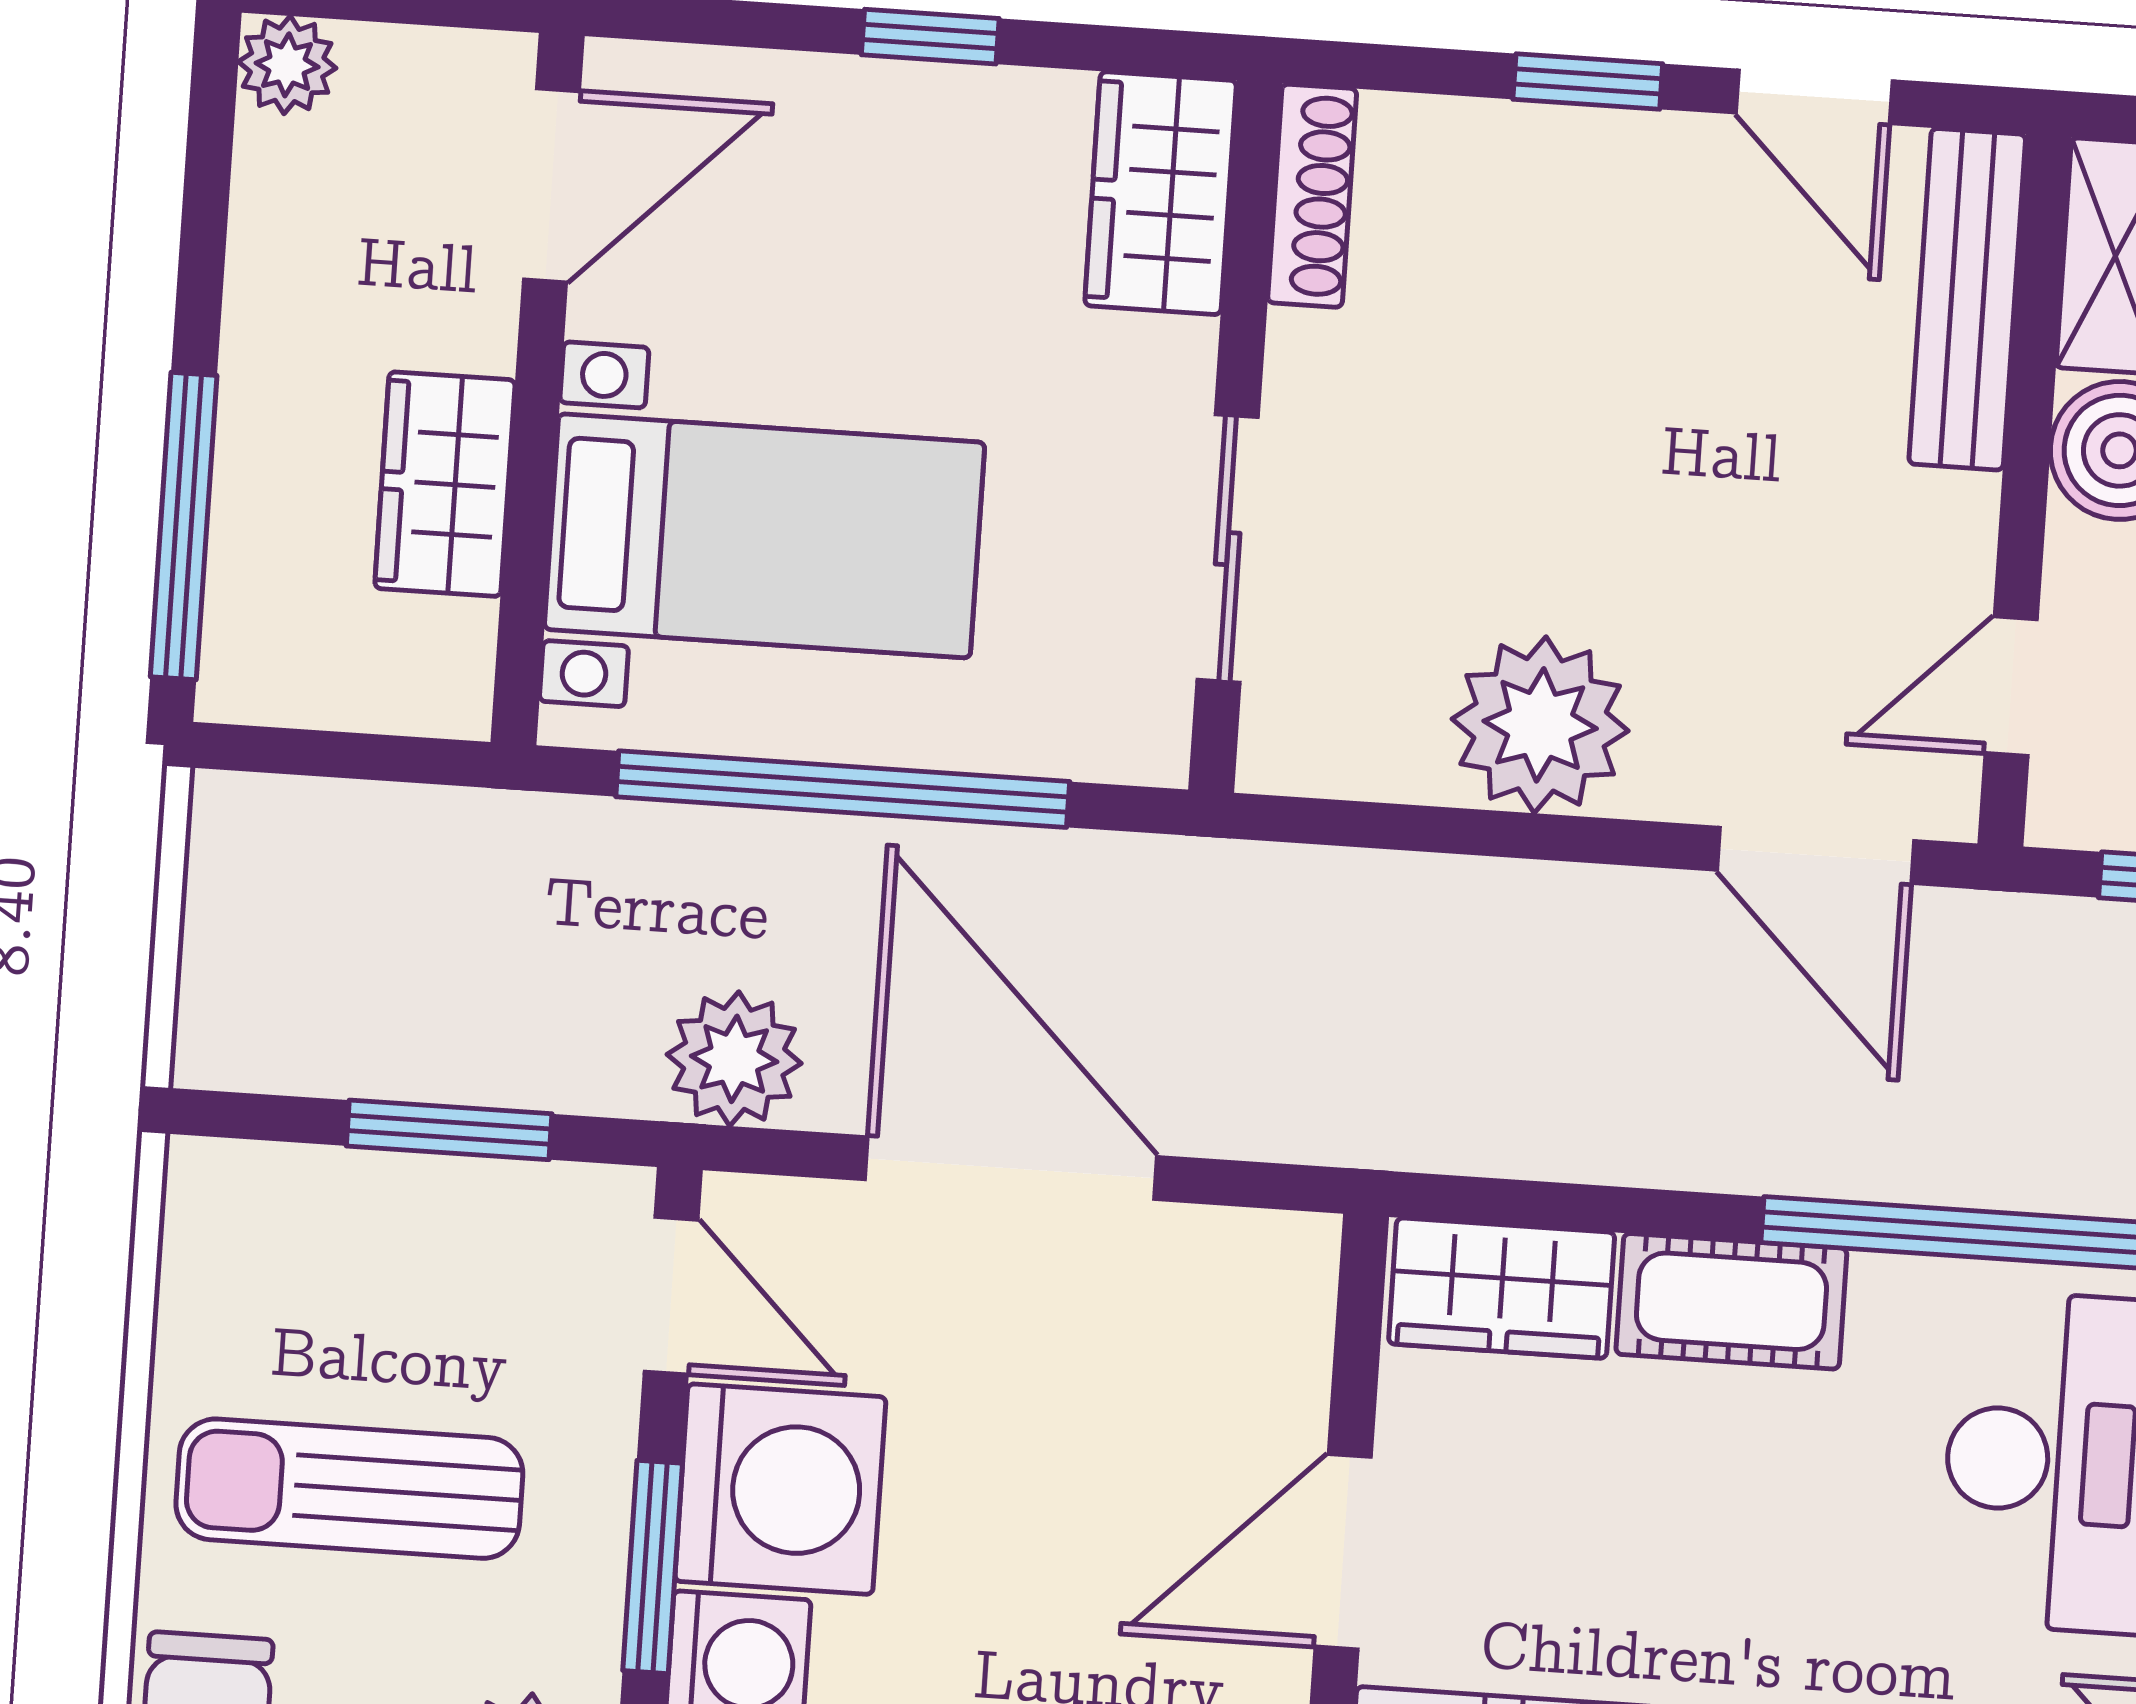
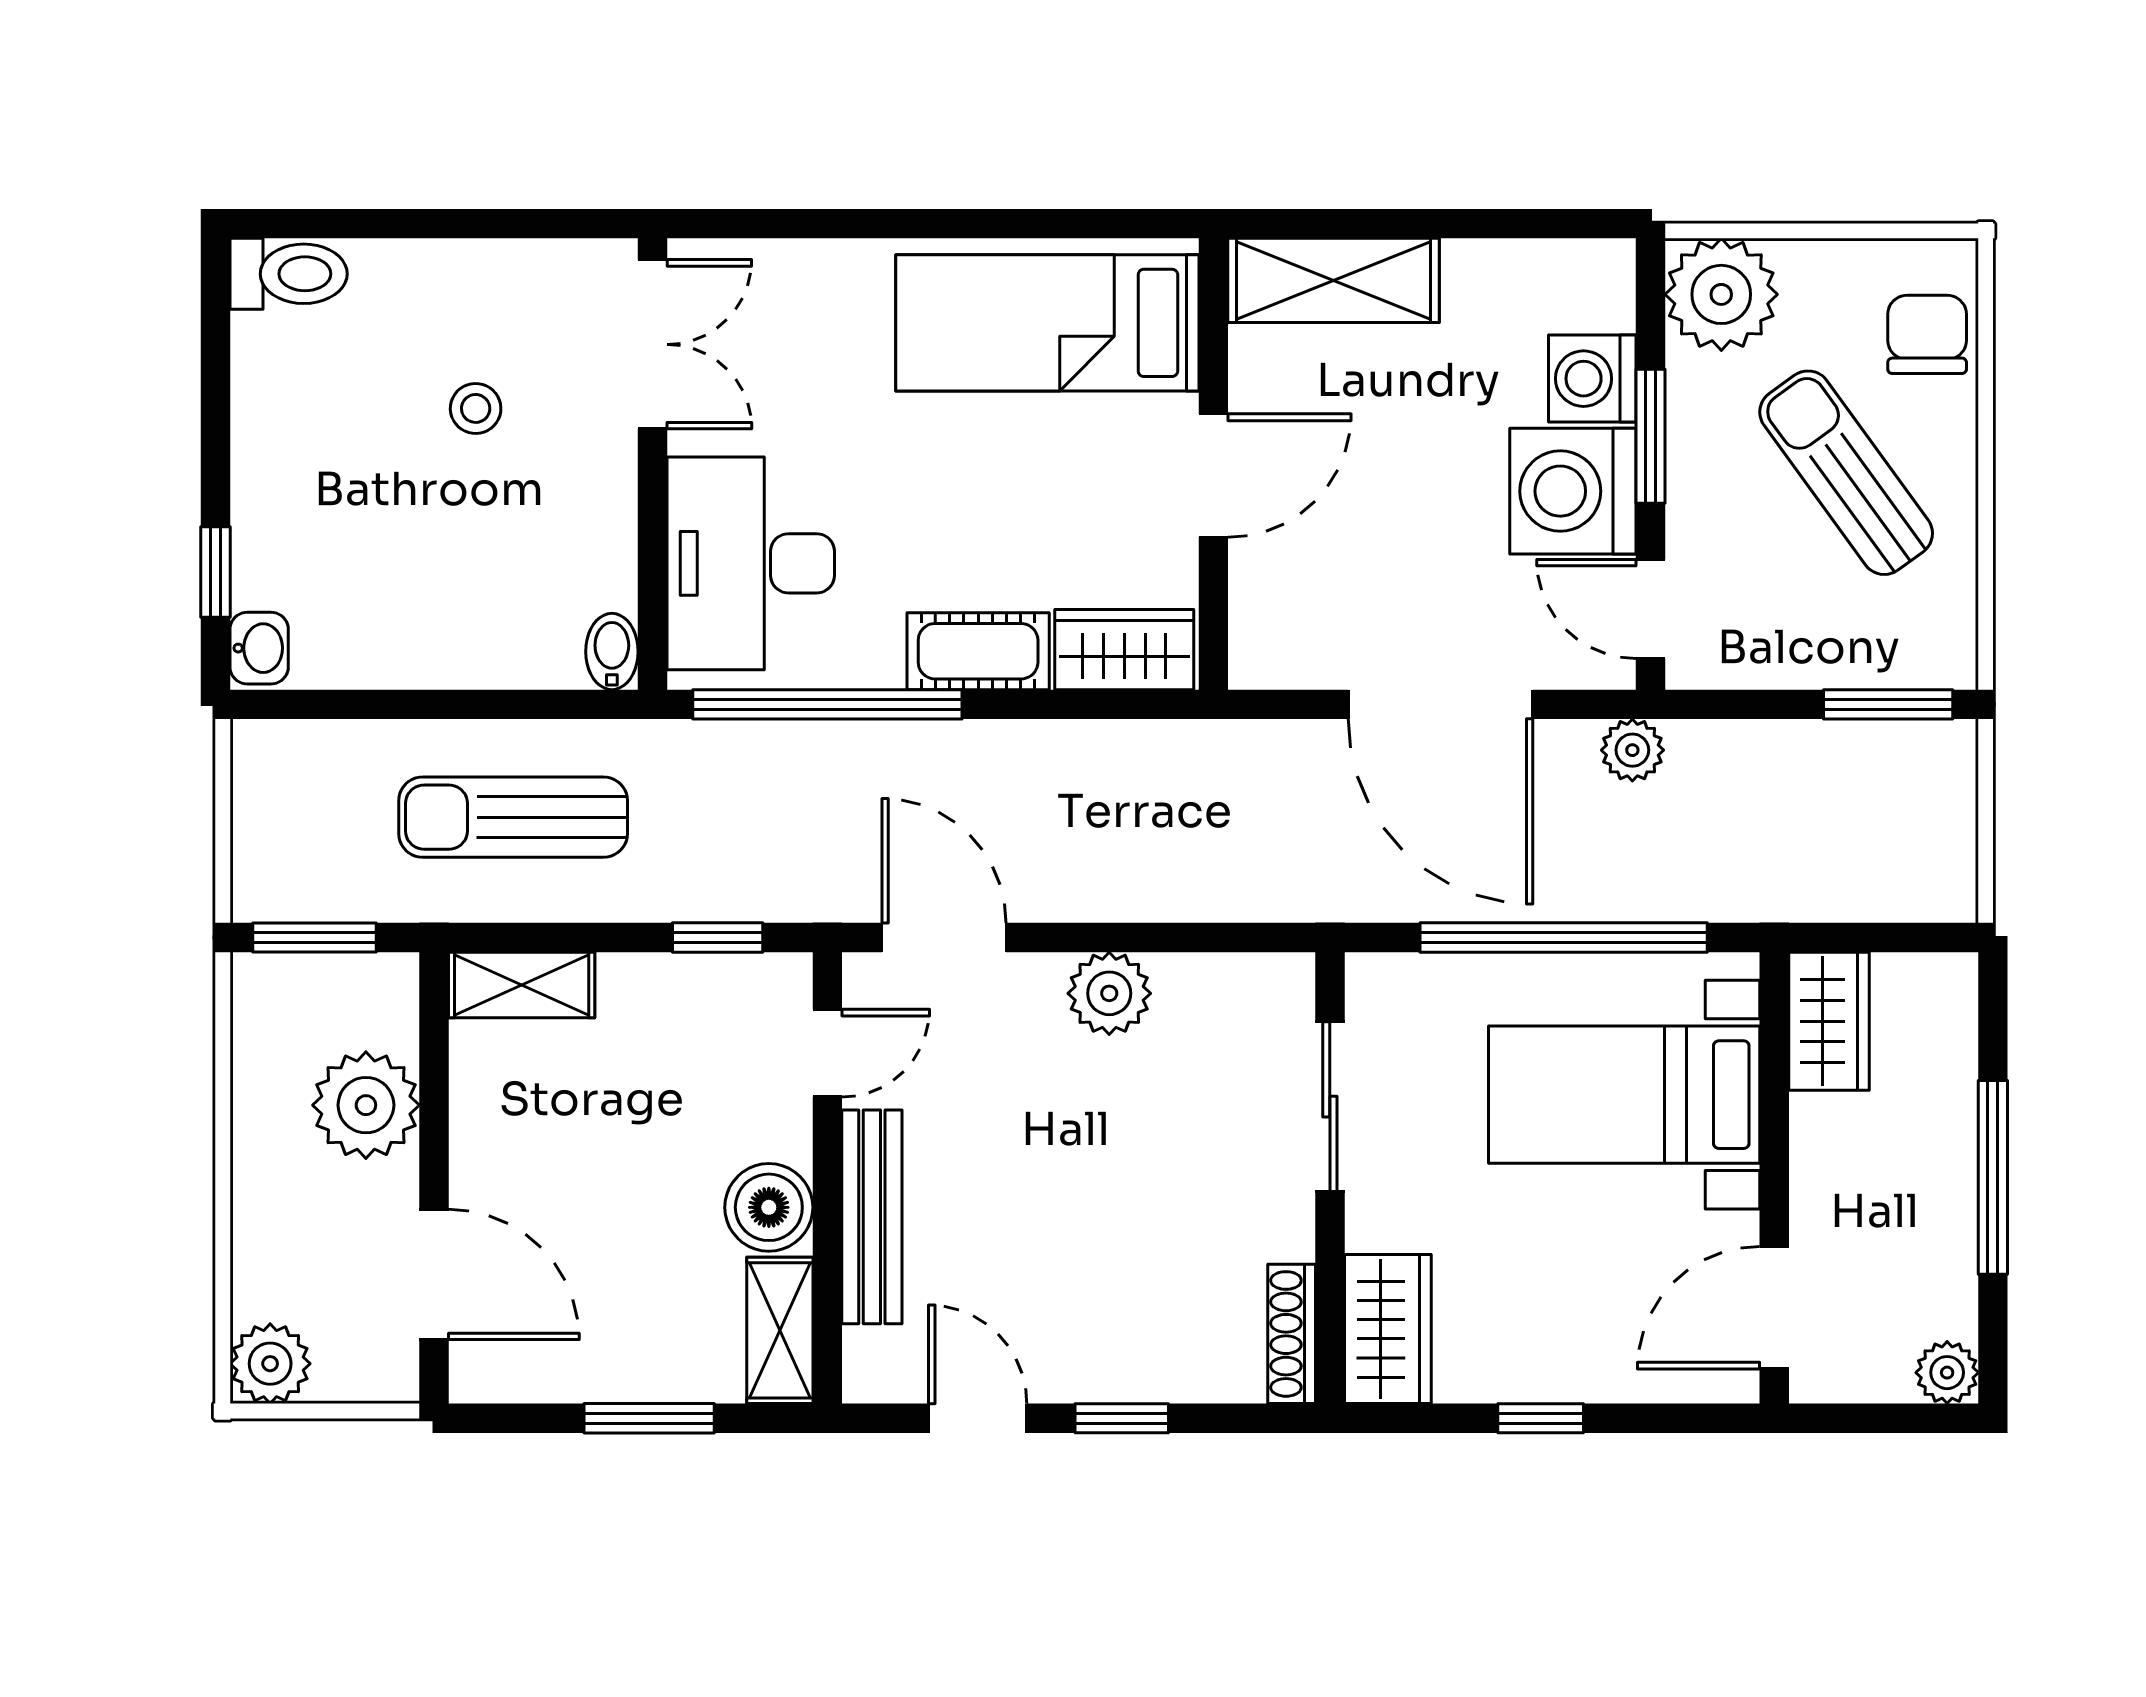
bench: (1967, 299) -> (872, 1217), moved
wardrobe: (445, 484) -> (1829, 1021), moved
window: (184, 526) -> (1993, 1177), moved
plant: (1540, 725) -> (1109, 993), width x0.73, depth x0.73
plant: (734, 1059) -> (1632, 750), width x0.73, depth x0.73
window: (449, 1130) -> (1888, 704), moved
sun lounger: (349, 1489) -> (1846, 473), turned -126

